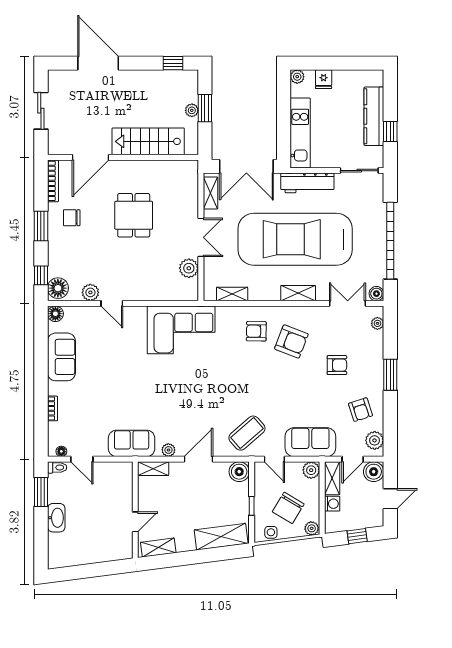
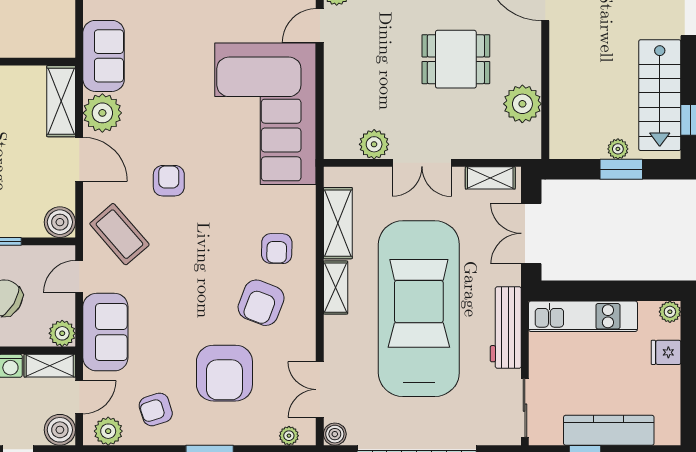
stairs: (148, 141) -> (660, 95), moved, turned 180
double door: (246, 166) -> (531, 233), width x0.73
plant: (163, 172) -> (522, 104), added
shelving: (298, 293) -> (336, 288), moved
shelving: (232, 294) -> (338, 223), width x1.50, depth x1.33
double door: (348, 303) -> (320, 390), swing flipped
corner sofa: (181, 330) -> (265, 114), width x1.36, depth x1.36
armchair: (256, 331) -> (277, 249), turned 180
armchair: (337, 365) -> (224, 373), width x1.88, depth x1.88
armchair: (212, 401) -> (169, 181), added
plant: (168, 450) -> (102, 113), width x1.88, depth x1.88
door: (353, 459) -> (79, 397), swing flipped
shelving: (153, 469) -> (61, 101), width x1.50, depth x1.33

